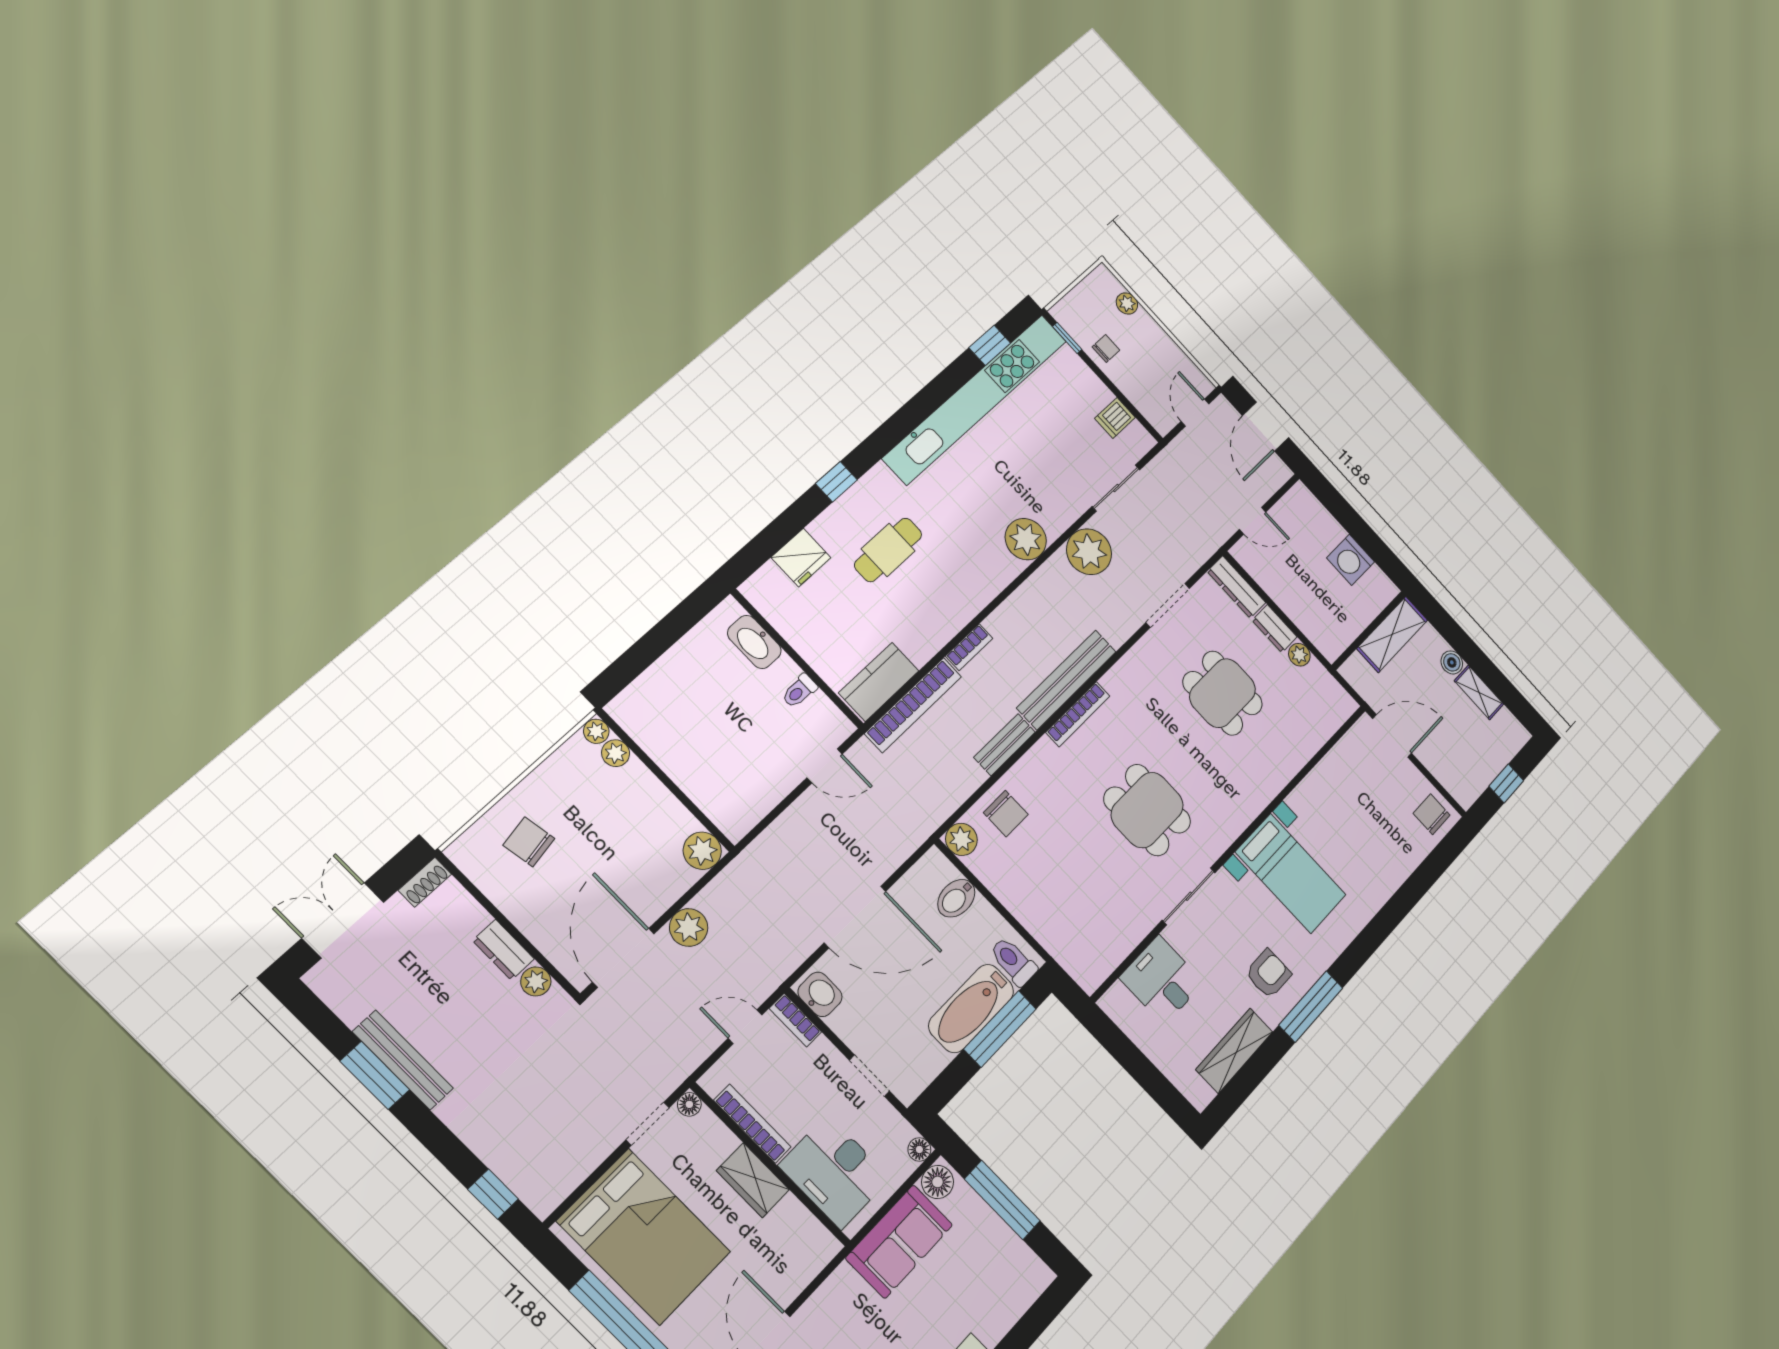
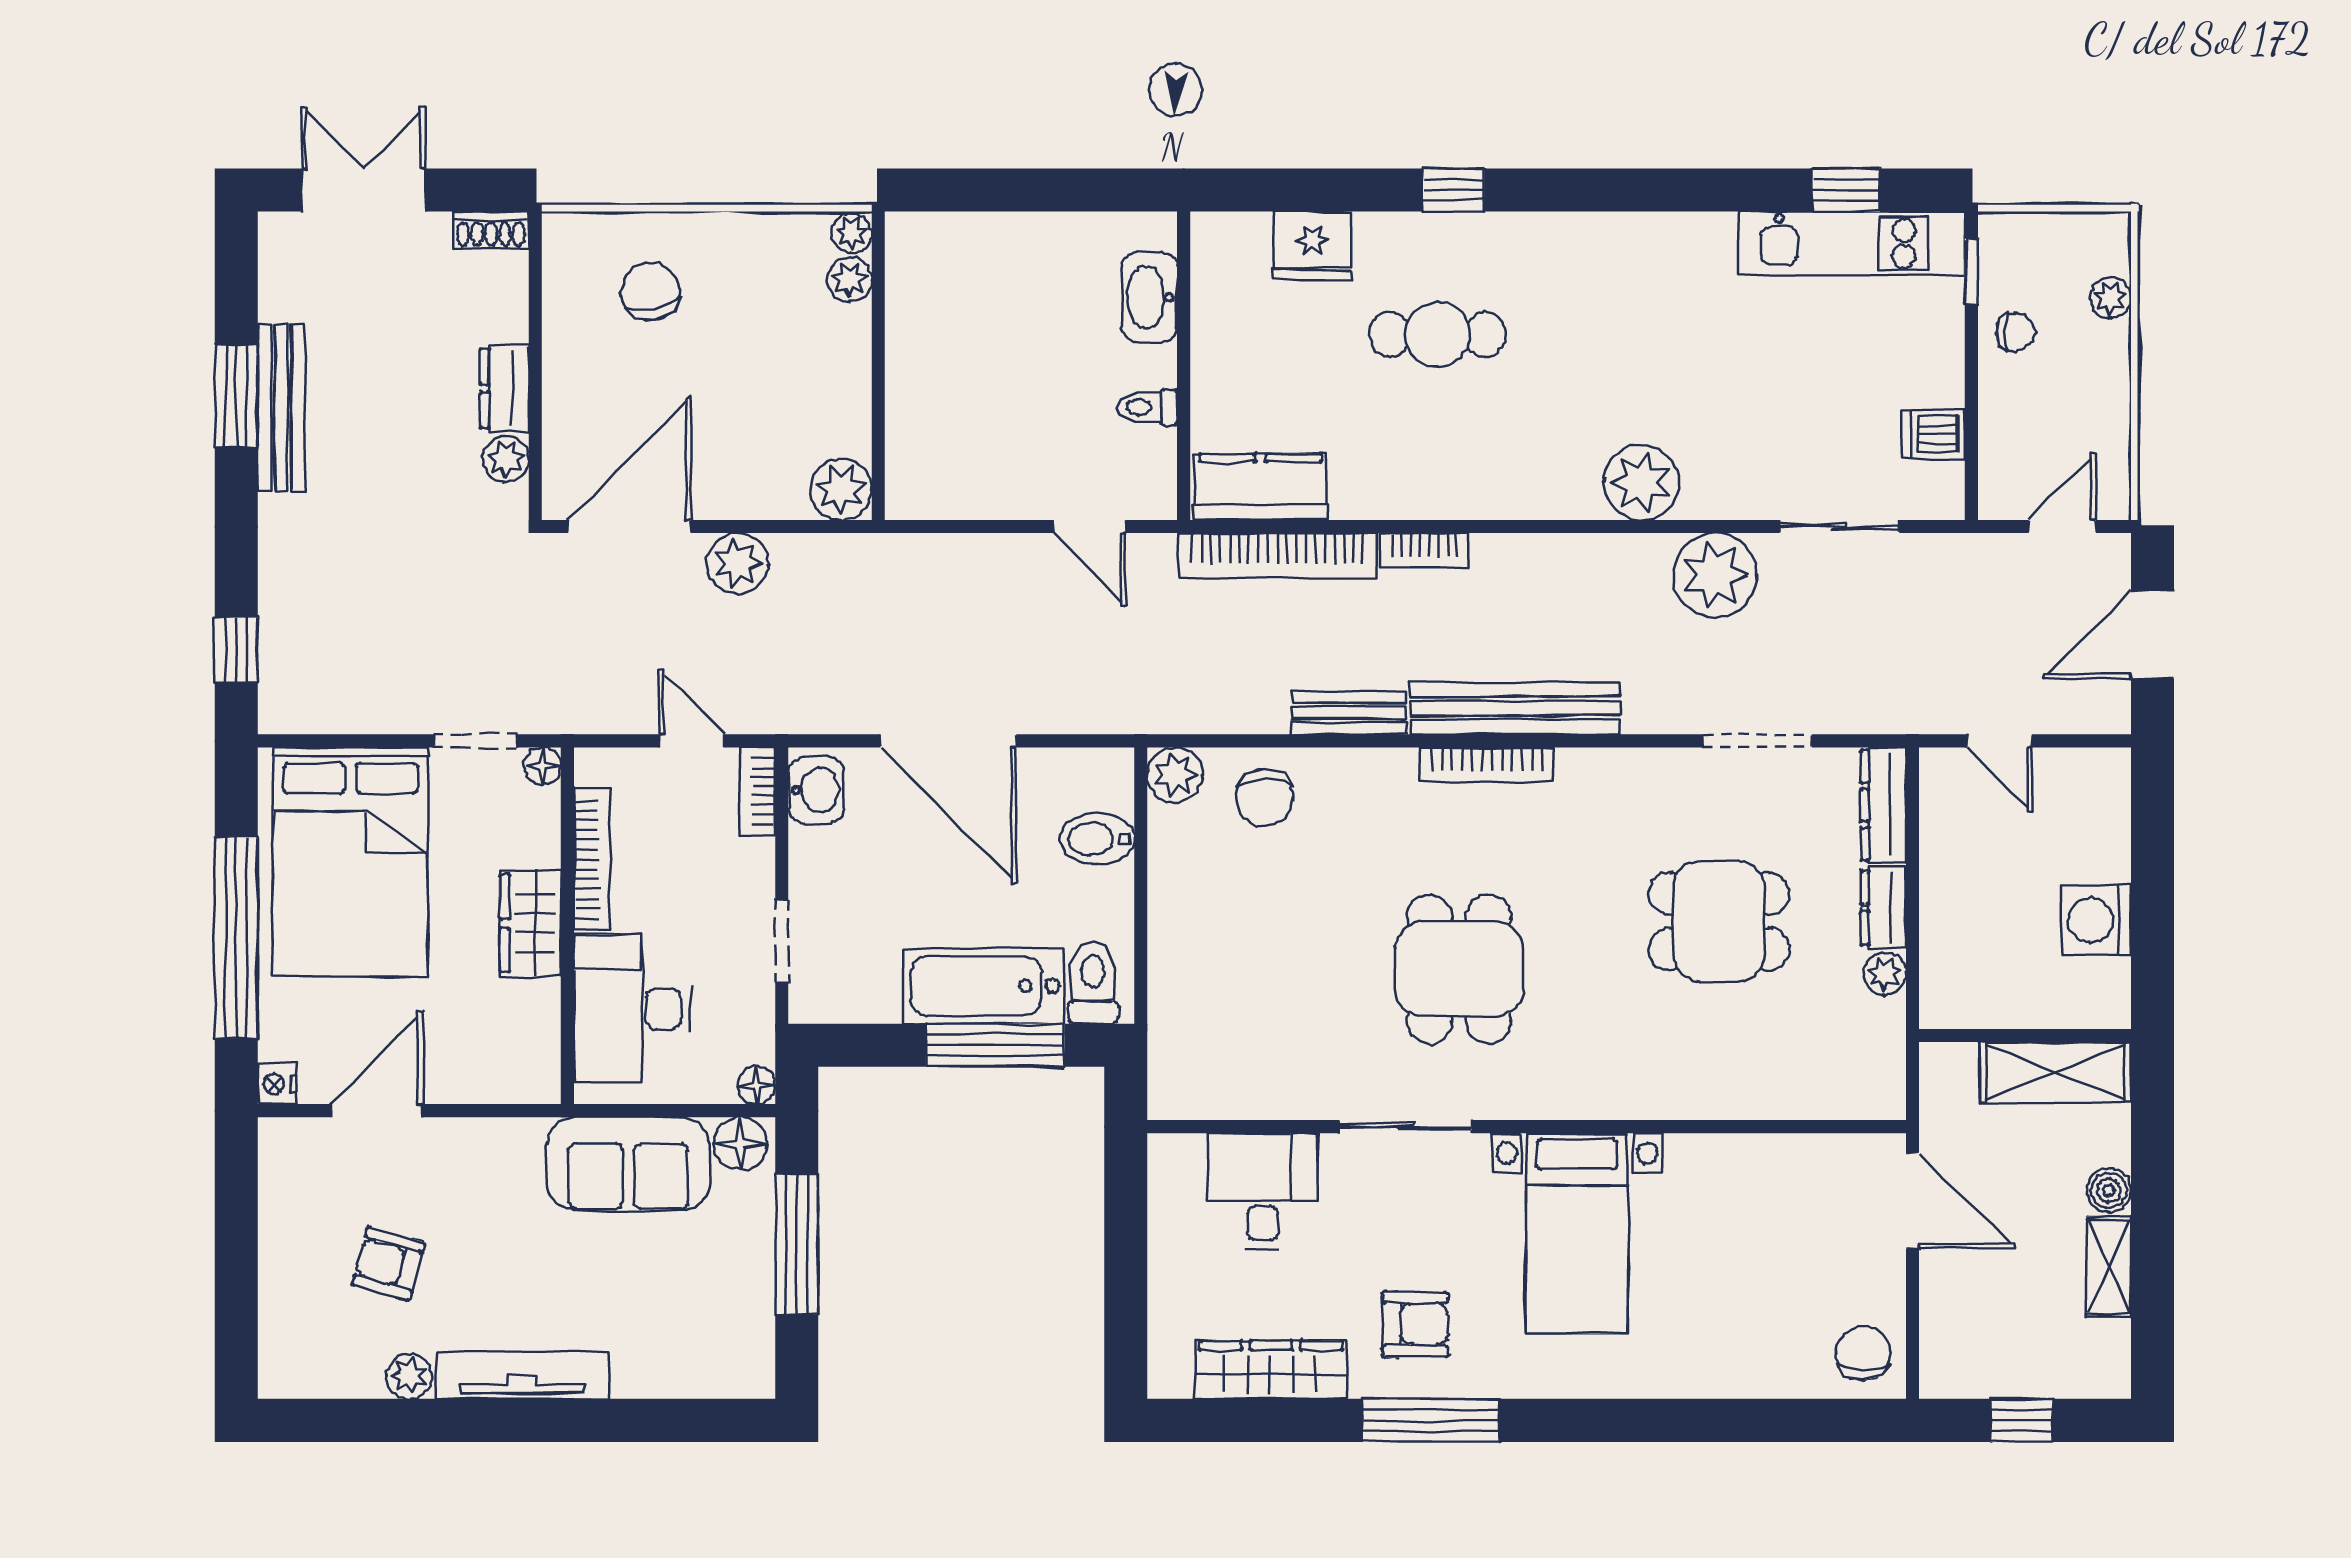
kitchen unit: (976, 399) -> (1852, 243), width x0.54
dining table: (1223, 693) -> (1719, 921), turned 90

